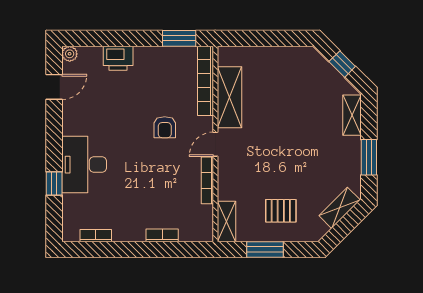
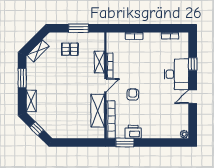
printer: (118, 58) -> (133, 132), moved
door: (54, 87) -> (193, 97), moved
shelving: (226, 221) -> (99, 62), moved

